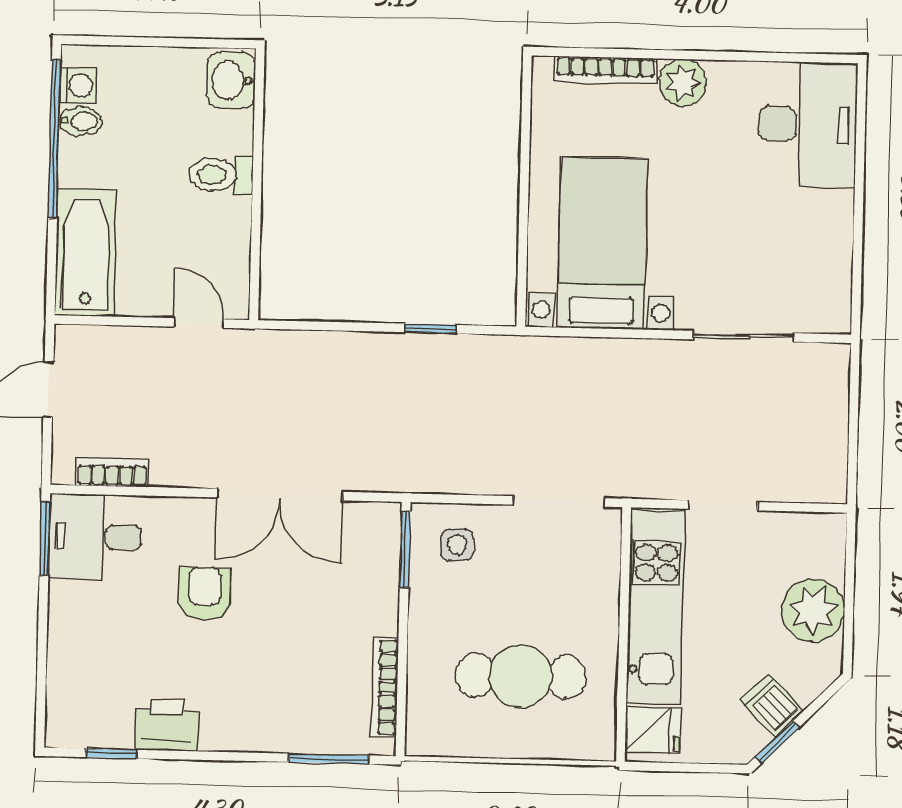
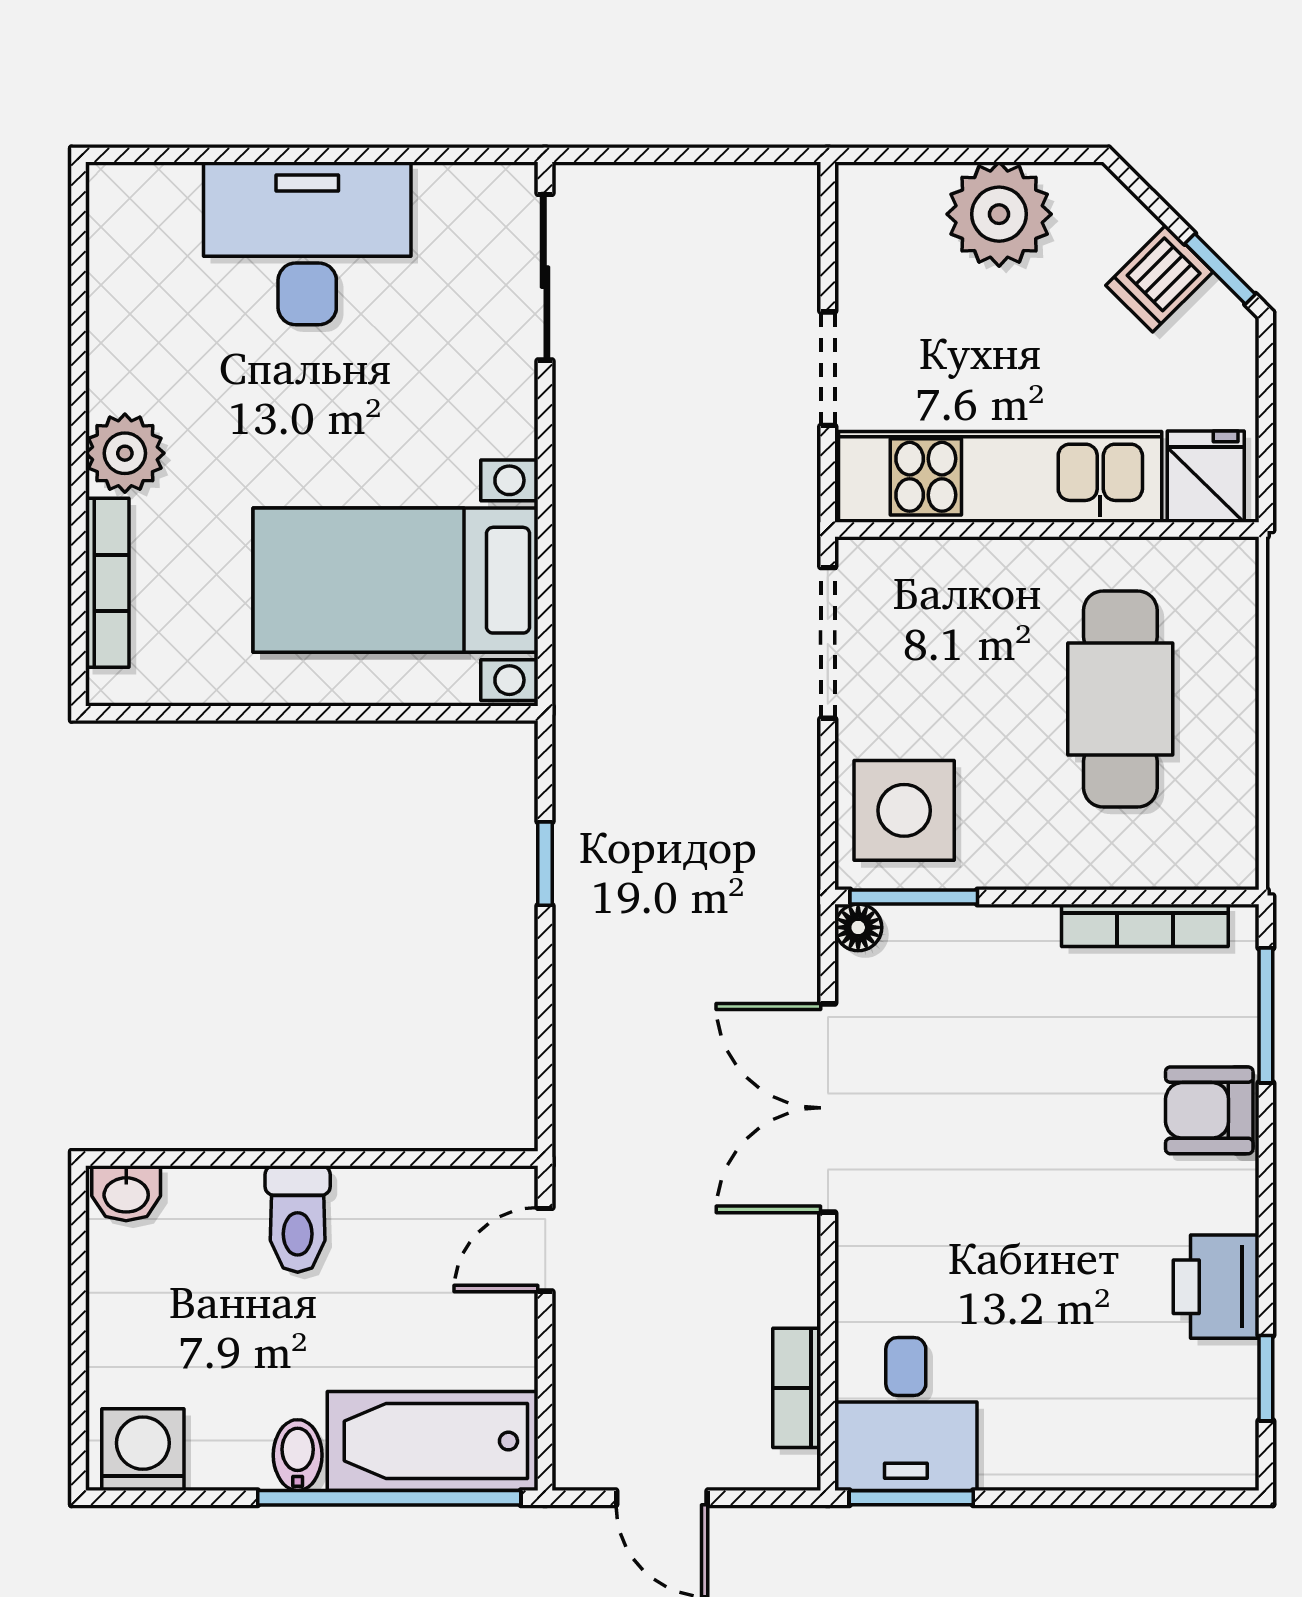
washbasin: (231, 80) -> (126, 1193), width x0.72, depth x0.69
washing machine: (78, 85) -> (143, 1450), width x1.38, depth x1.38
bidet: (81, 121) -> (298, 1455), moved
desk: (808, 124) -> (307, 243), moved
window: (55, 139) -> (389, 1498), moved
sliding door: (743, 336) -> (545, 277), moved
double door: (280, 495) -> (828, 1108), swing flipped
floor lamp: (388, 515) -> (858, 927), added
side table: (457, 545) -> (904, 810), width x1.87, depth x1.87
armchair: (205, 594) -> (1209, 1110), moved

